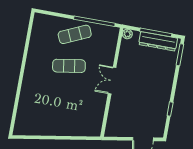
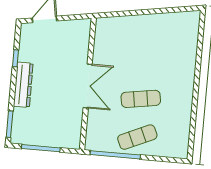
plant: (127, 34) -> (75, 143), removed
dresser: (158, 41) -> (23, 85), moved, turned 90
double door: (112, 81) -> (88, 86), width x1.37

